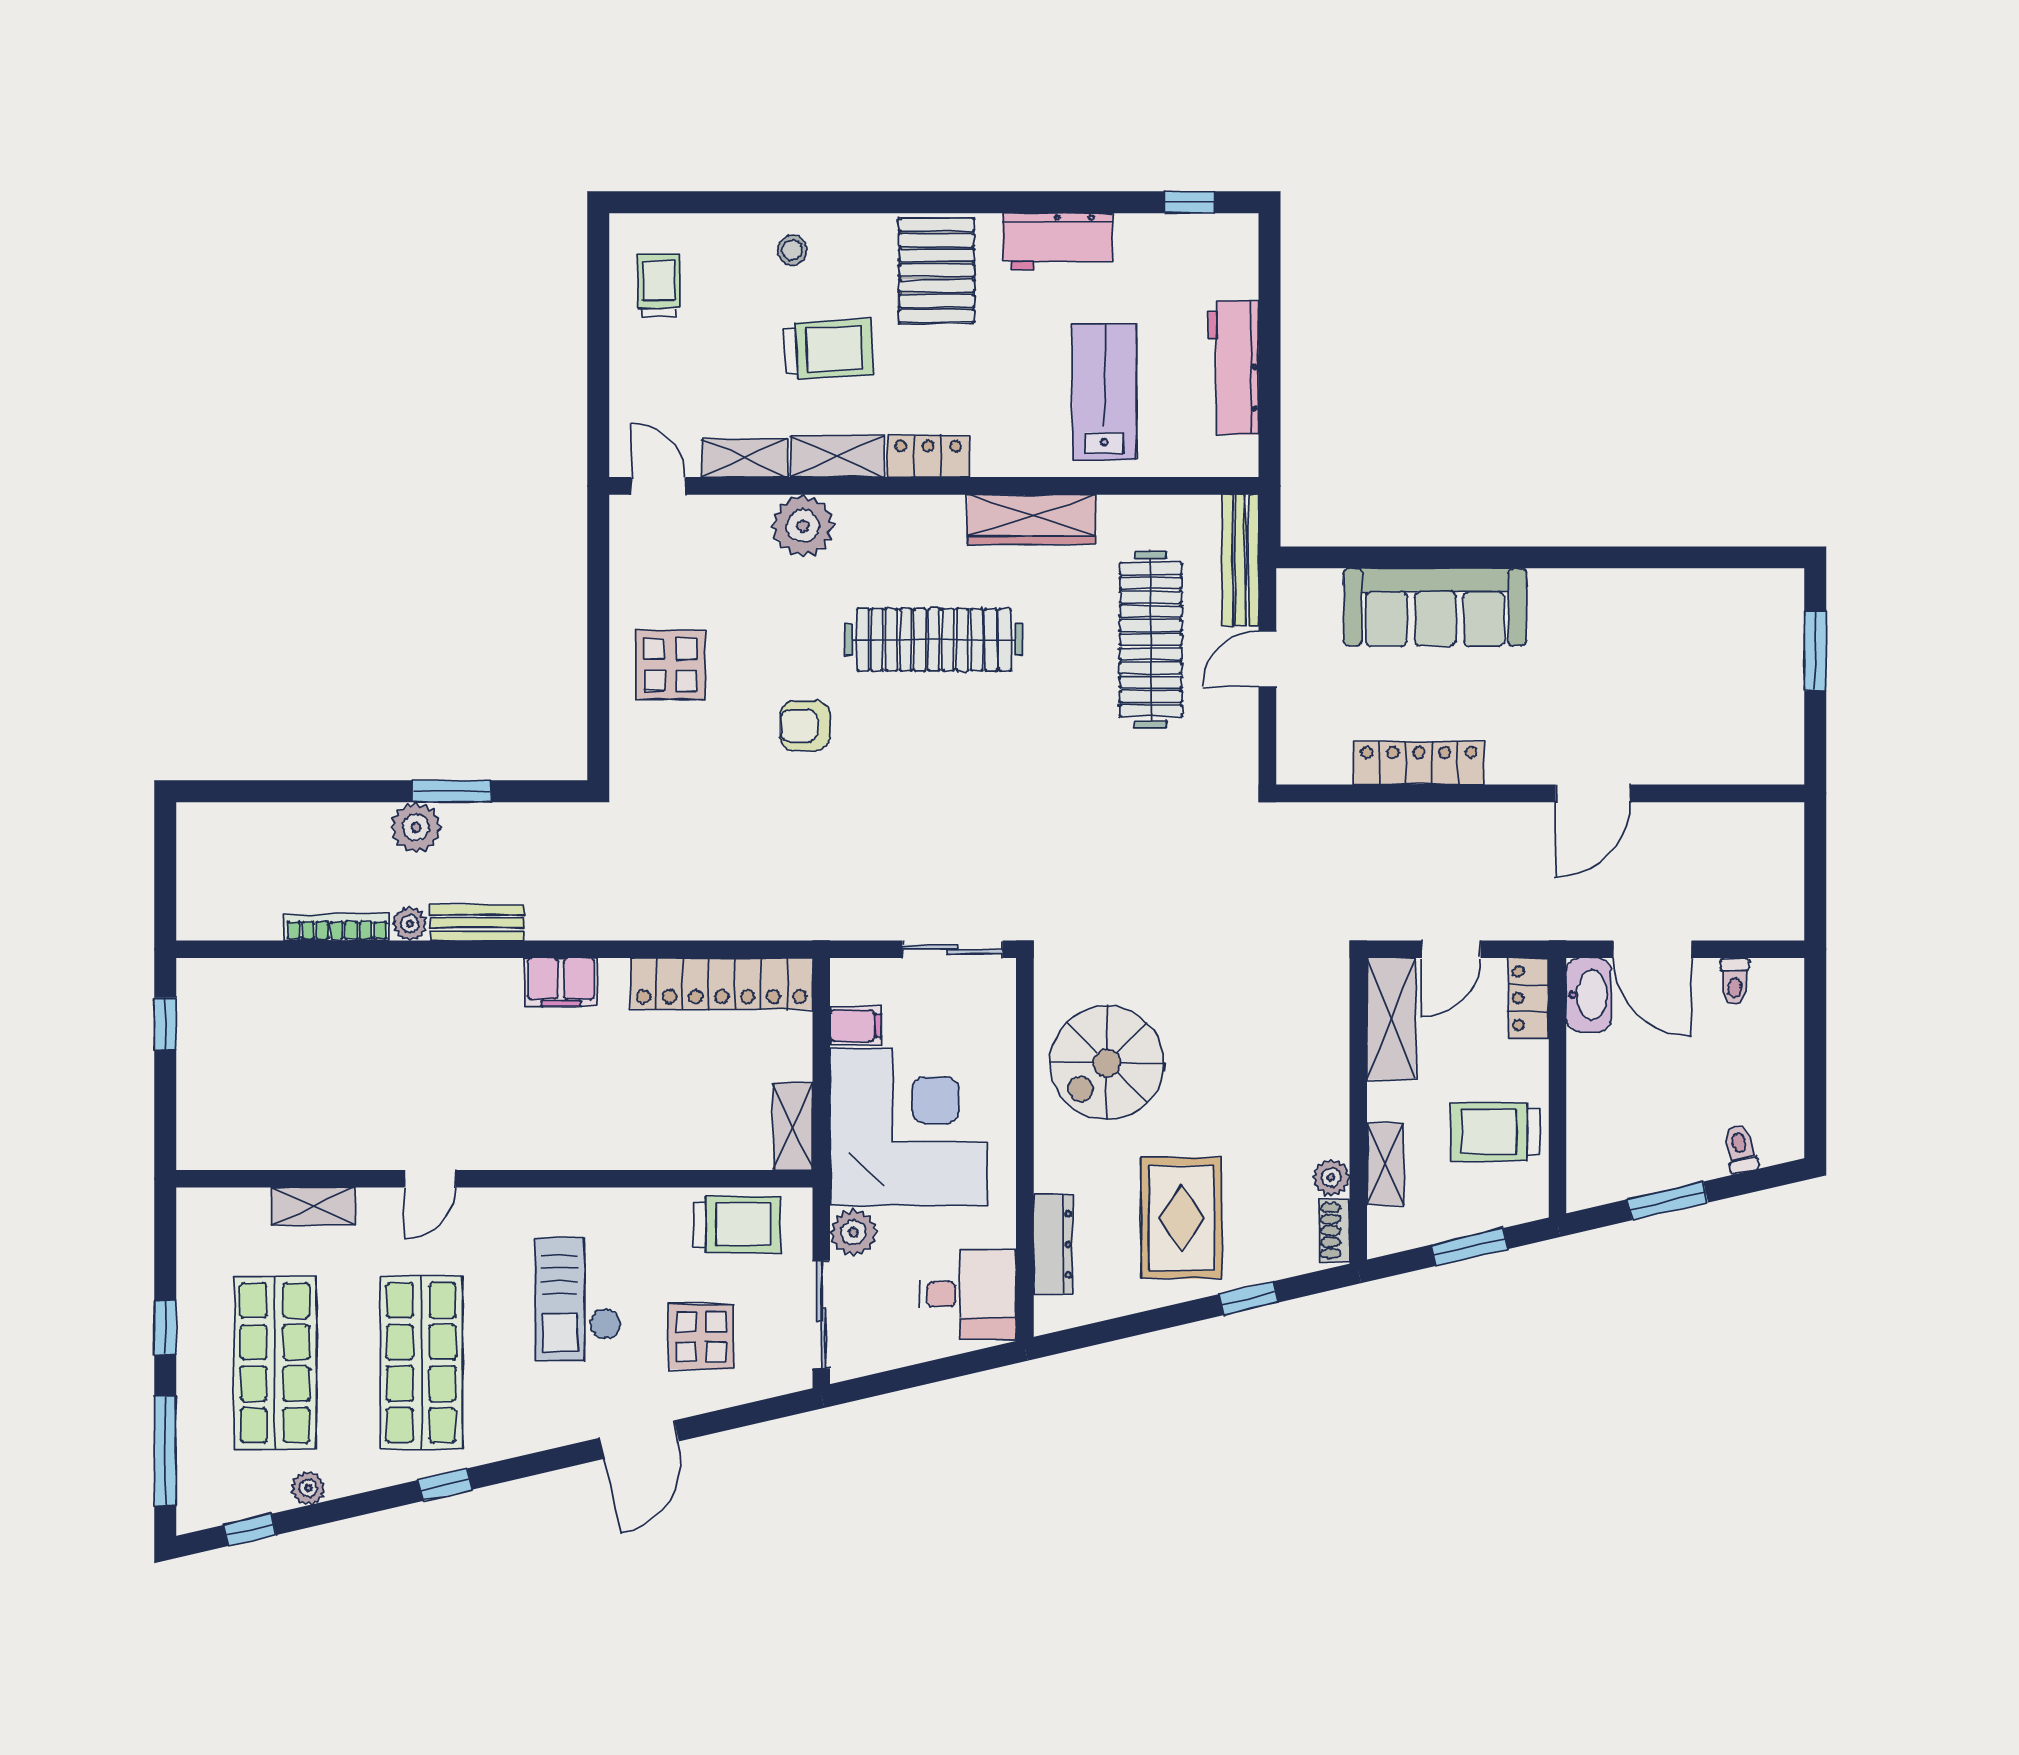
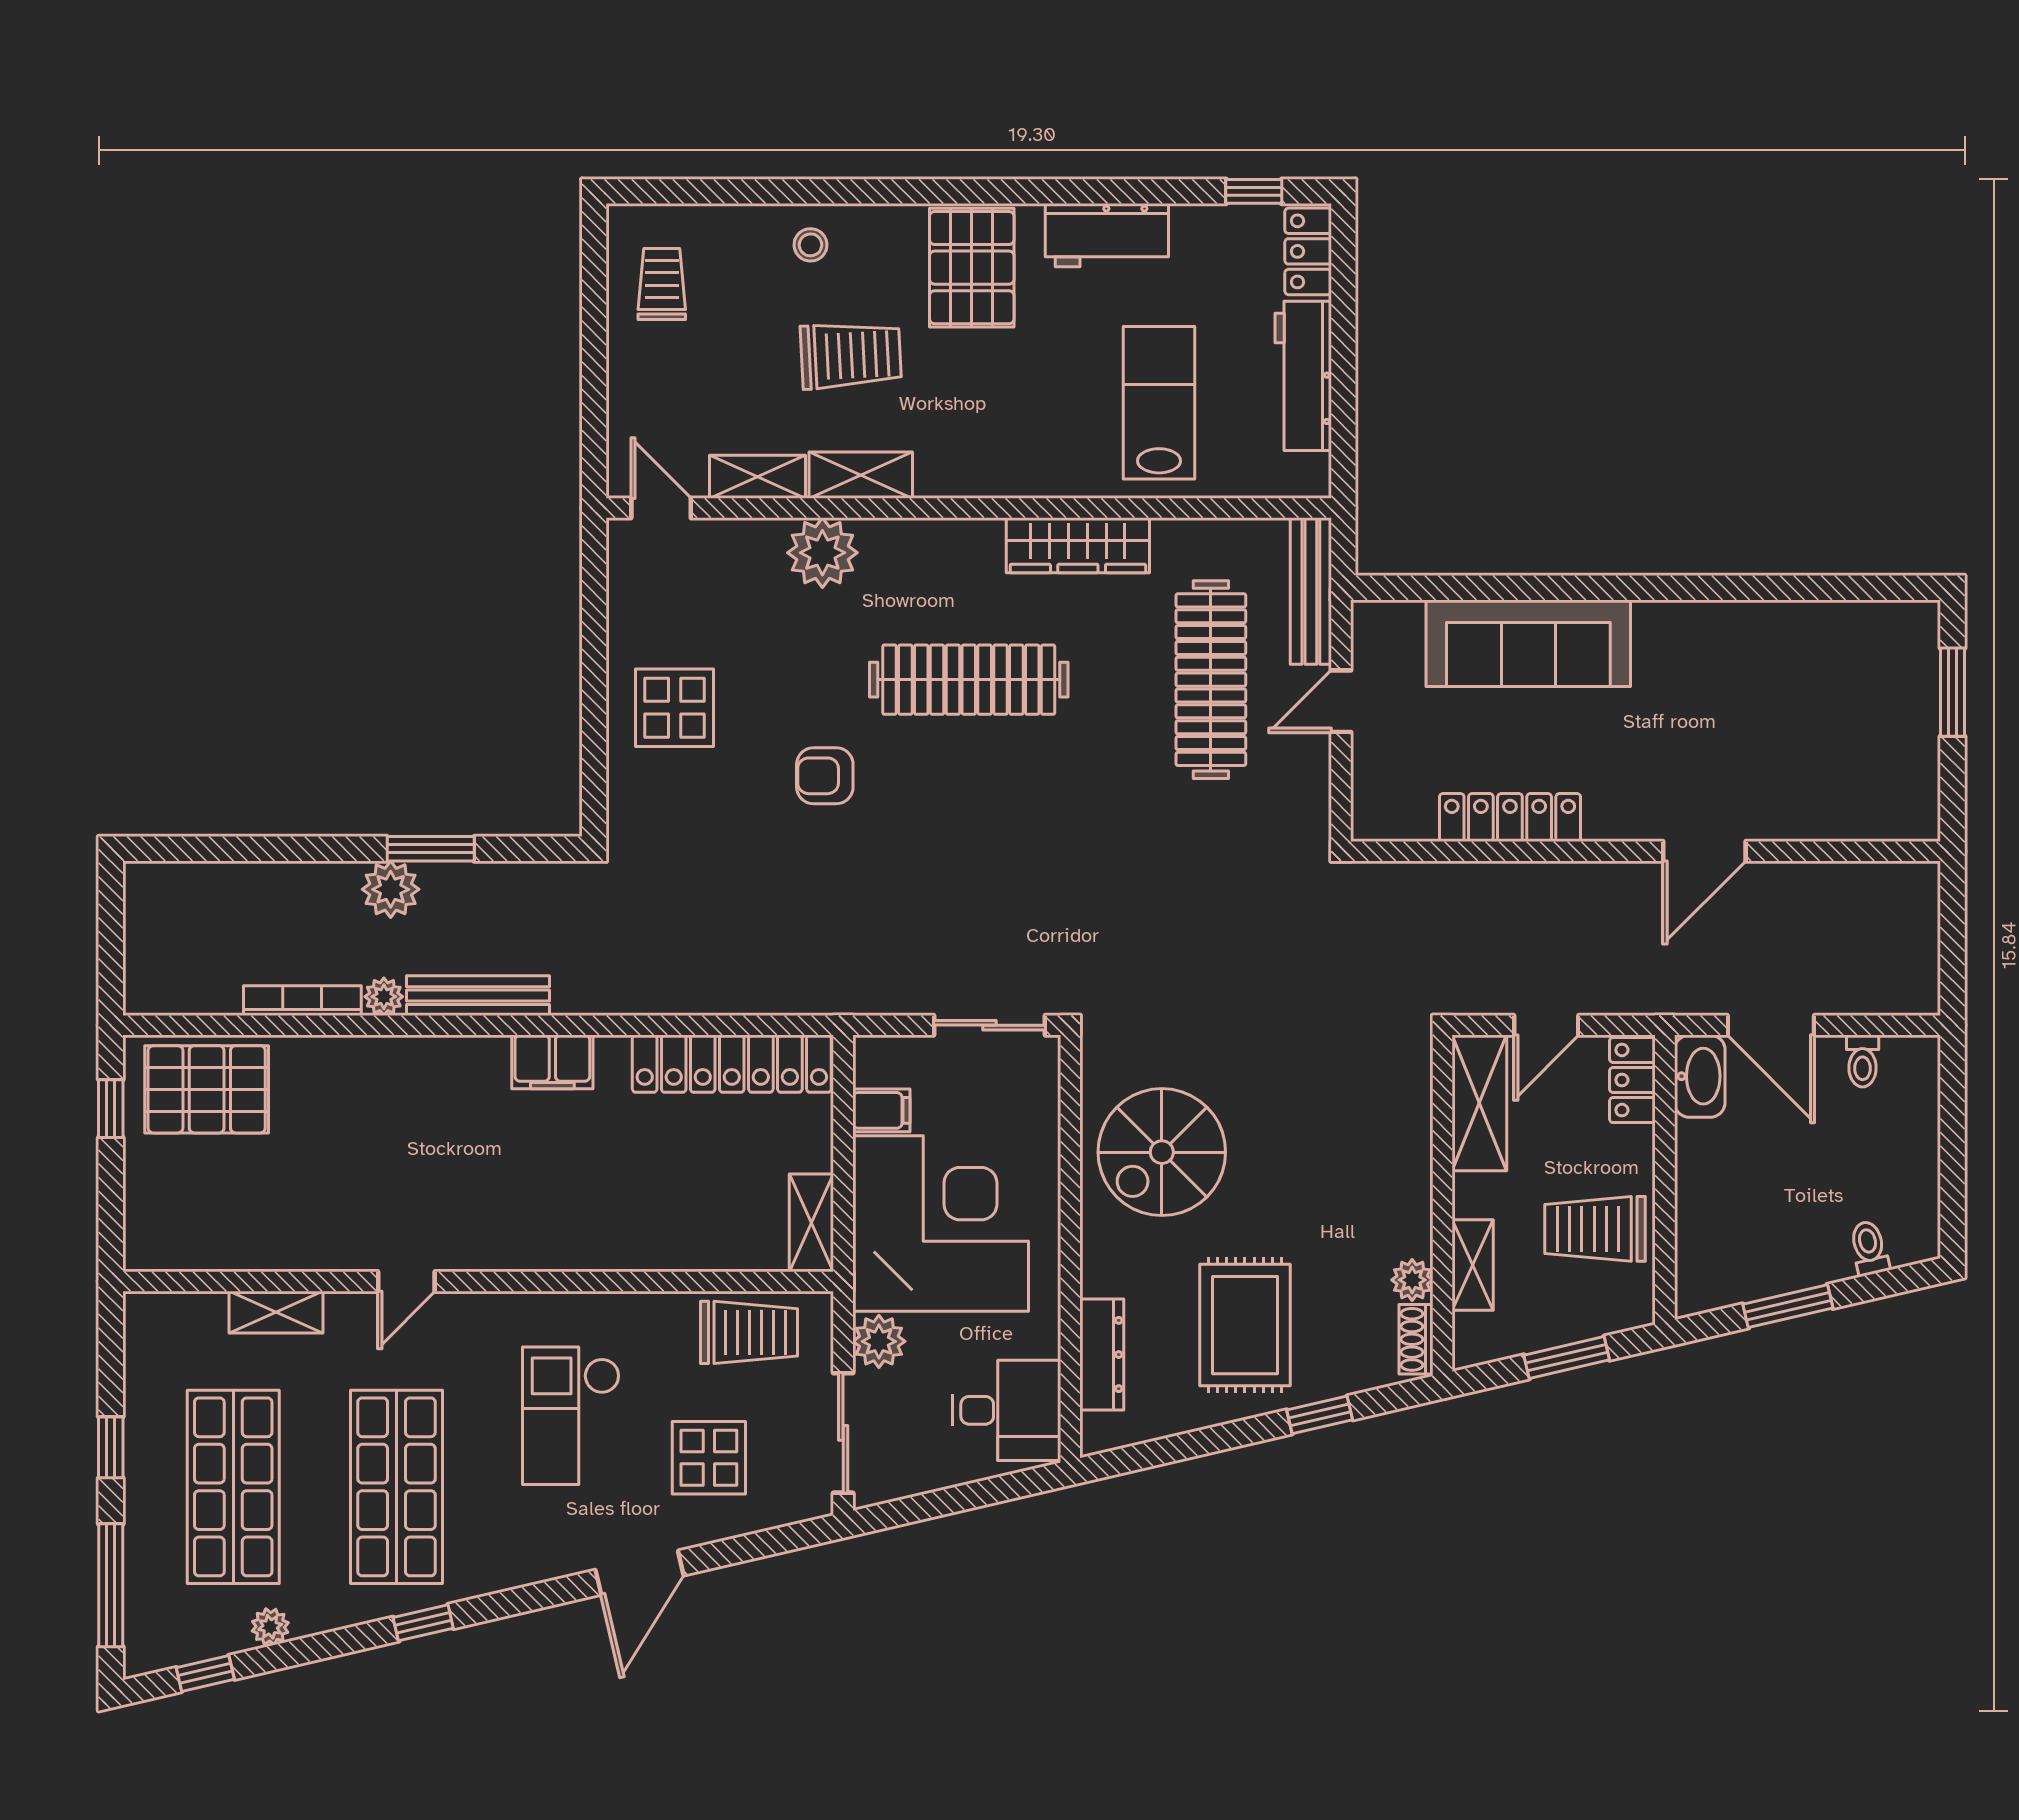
locker: (928, 456) -> (1308, 251), moved, turned -90
bench: (477, 923) -> (478, 996), width x1.36
pallet: (251, 1007) -> (207, 1089), added

